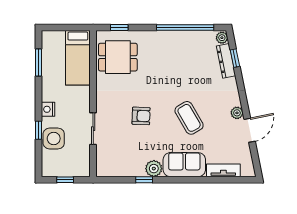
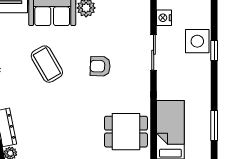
nightstand: (48, 109) -> (164, 18), moved, turned 180

